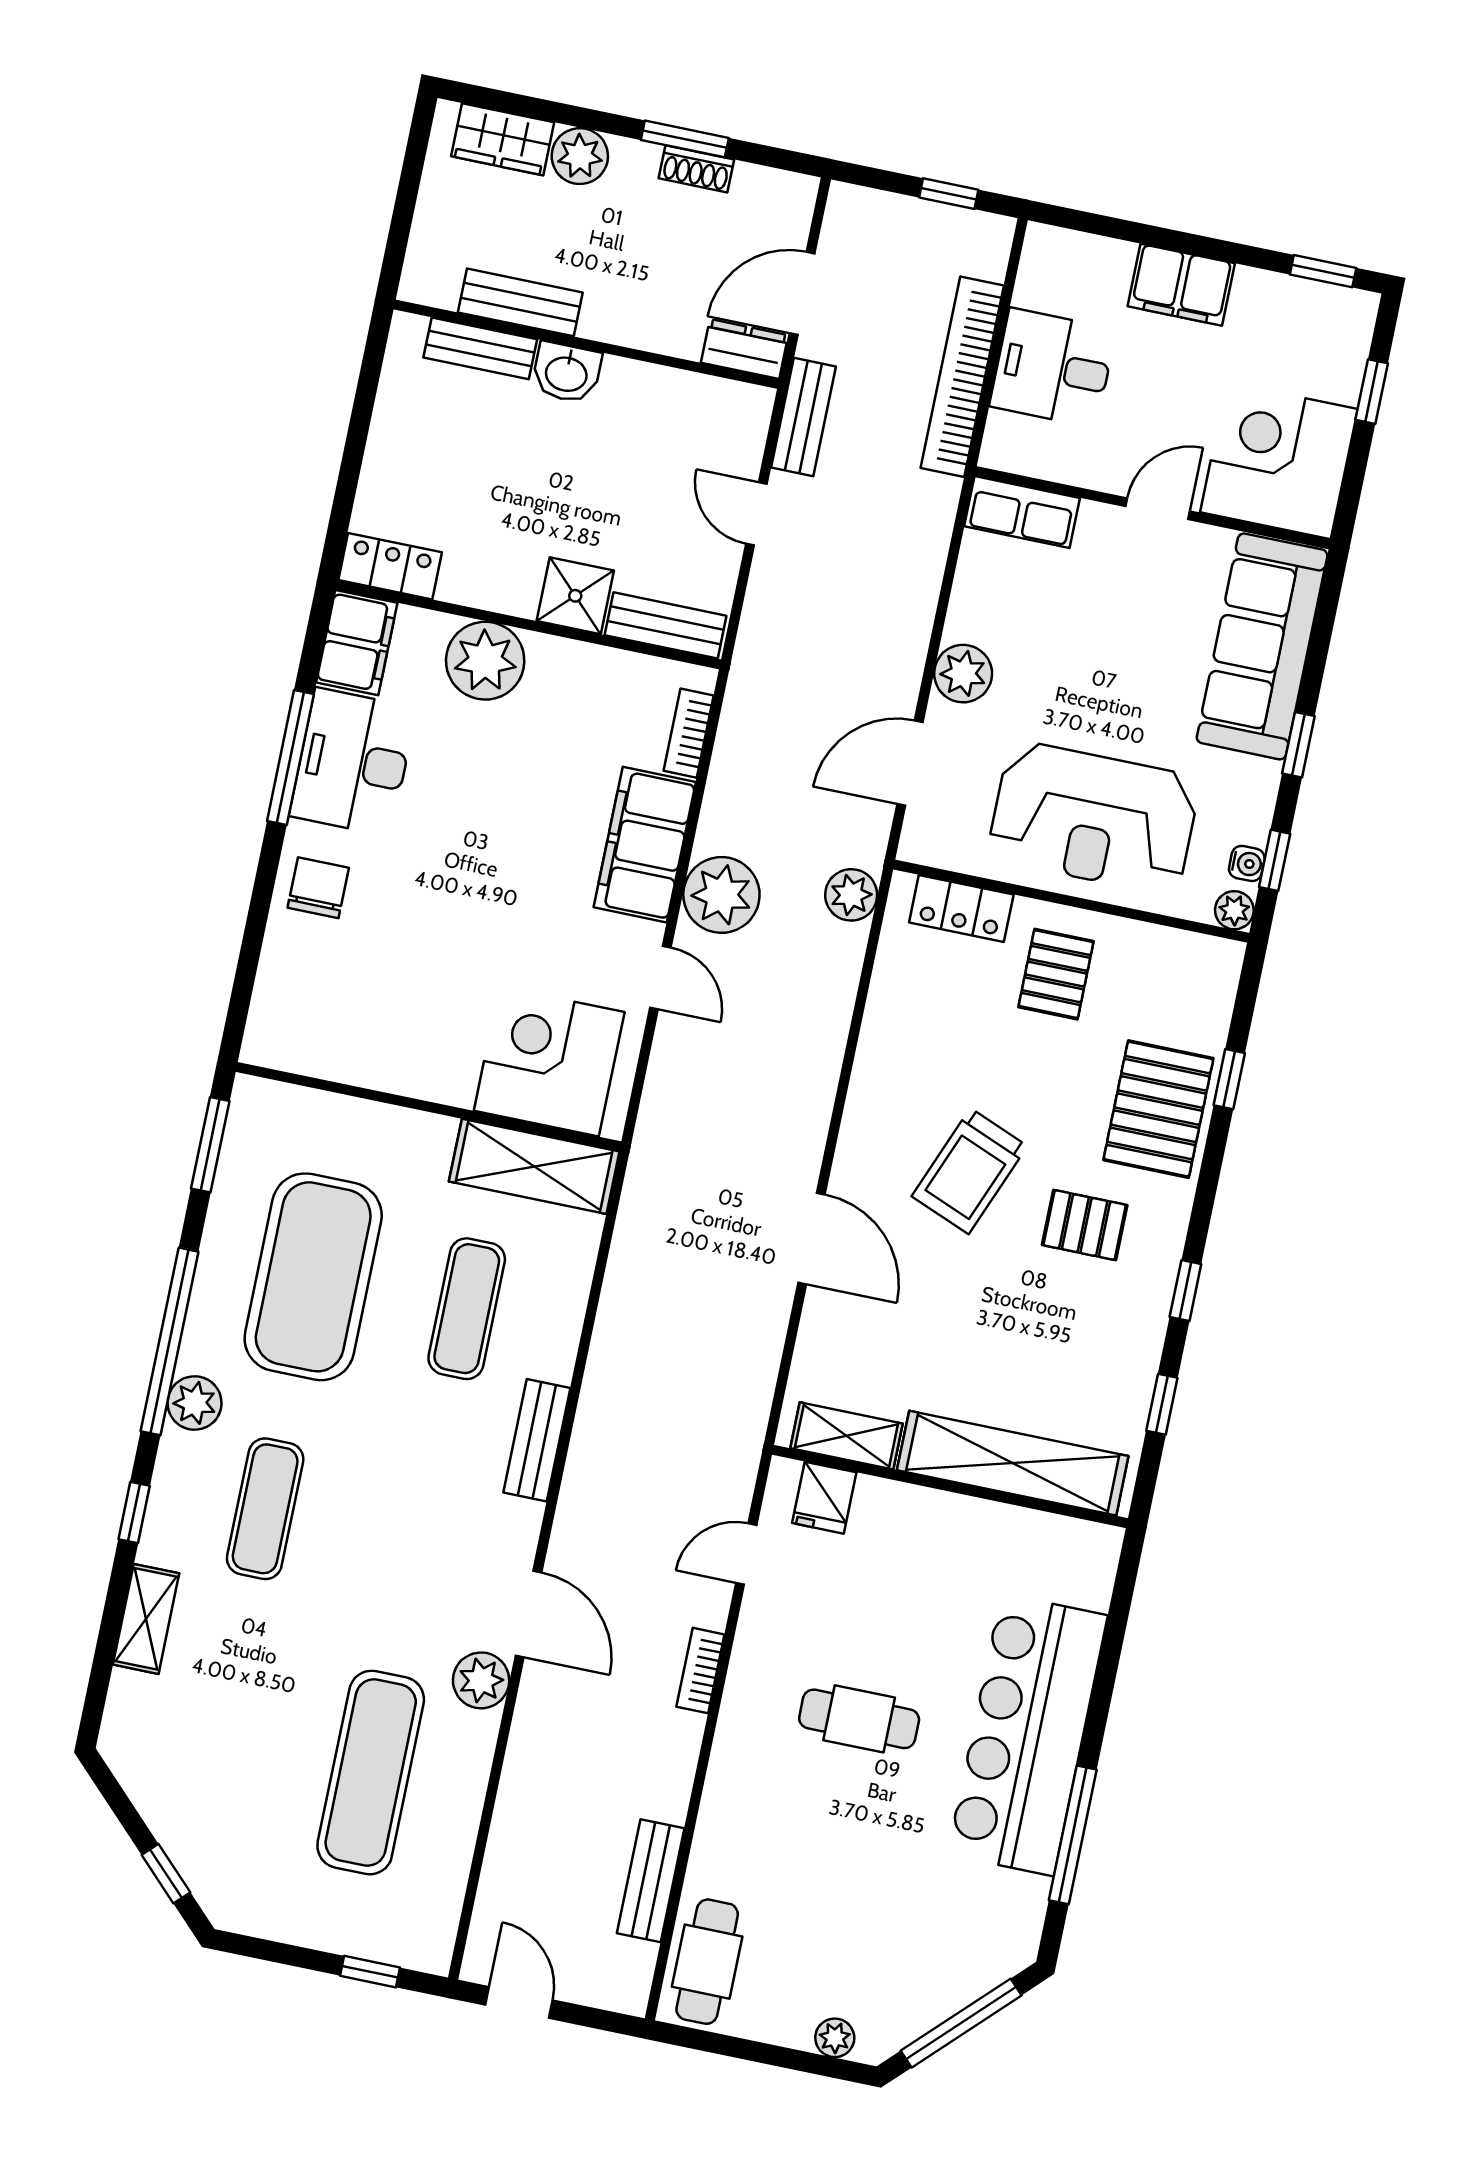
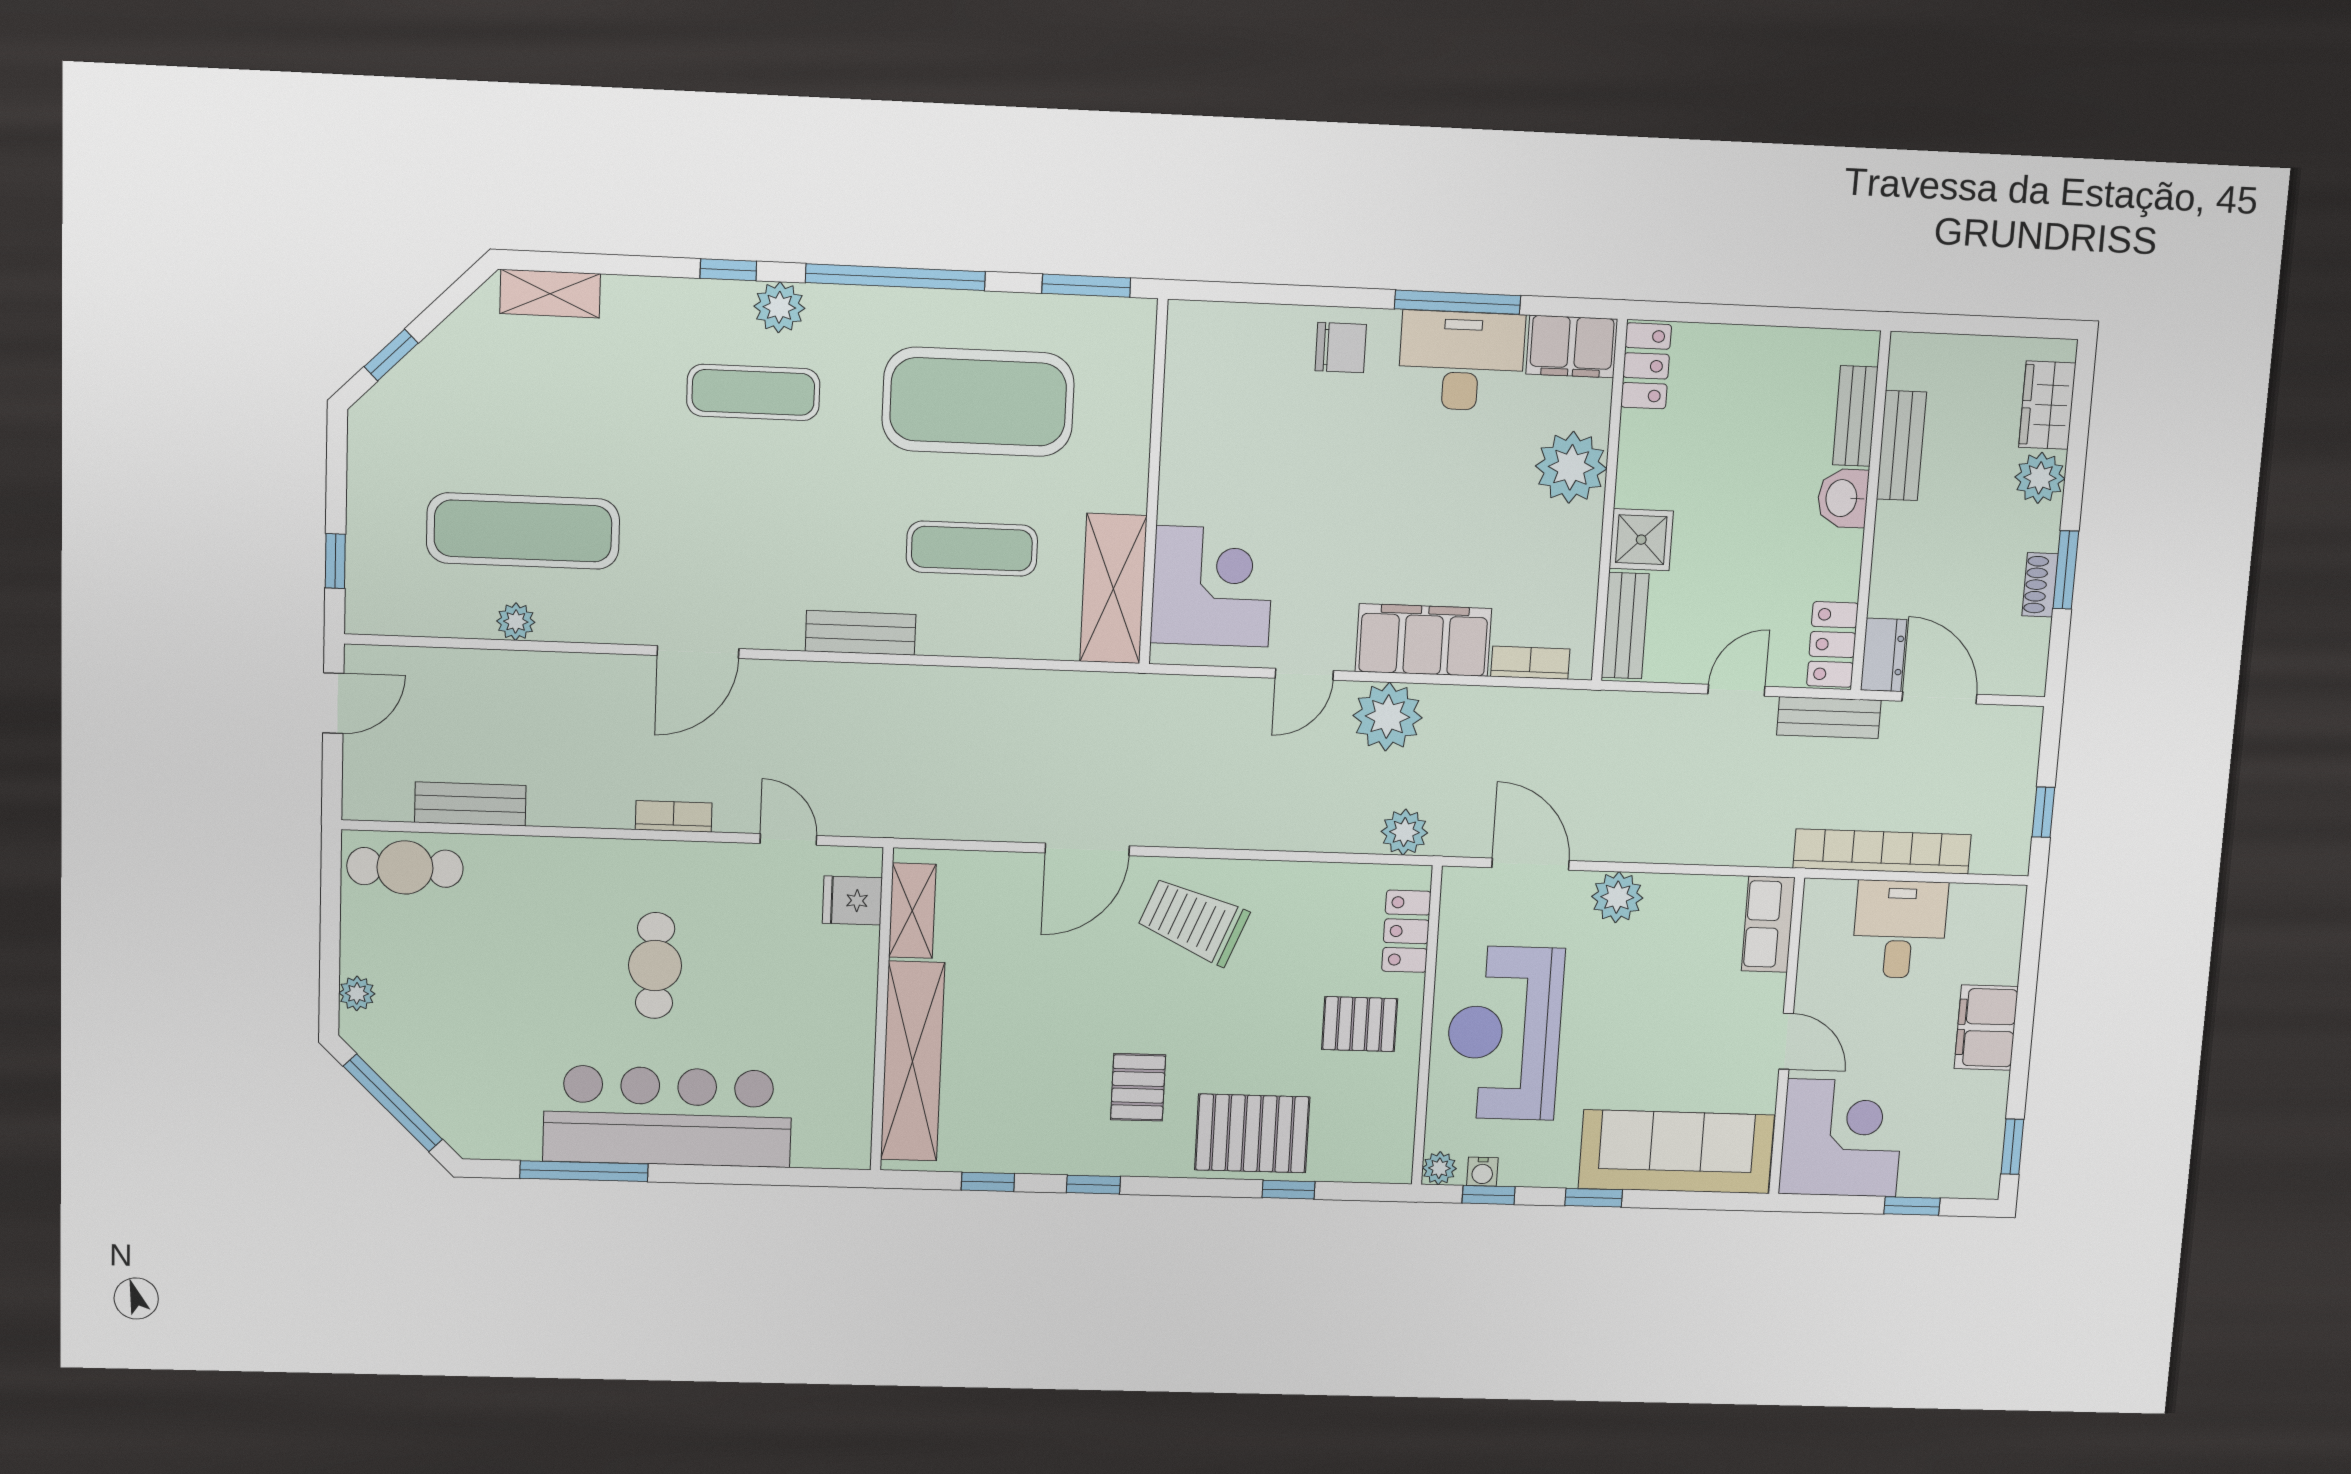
locker: (724, 403) -> (1832, 644), added
trolley: (970, 1171) -> (1193, 921), moved
plant: (195, 1403) -> (779, 307), moved
shelving: (146, 1619) -> (550, 294), moved
plant: (481, 1680) -> (516, 622), moved, width x0.73, depth x0.73

